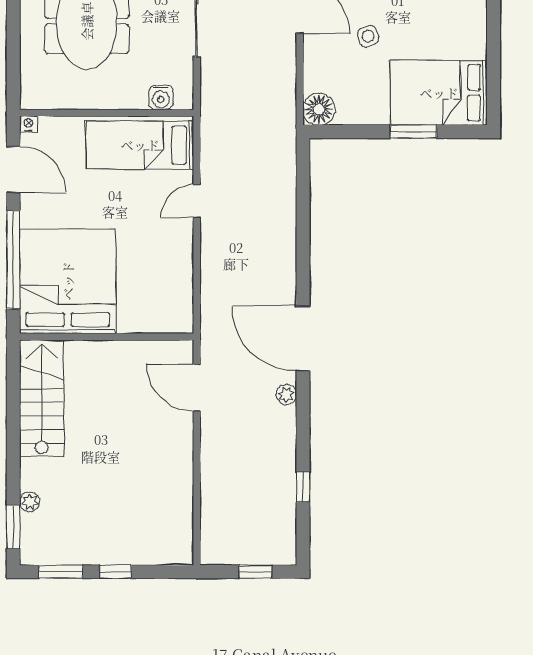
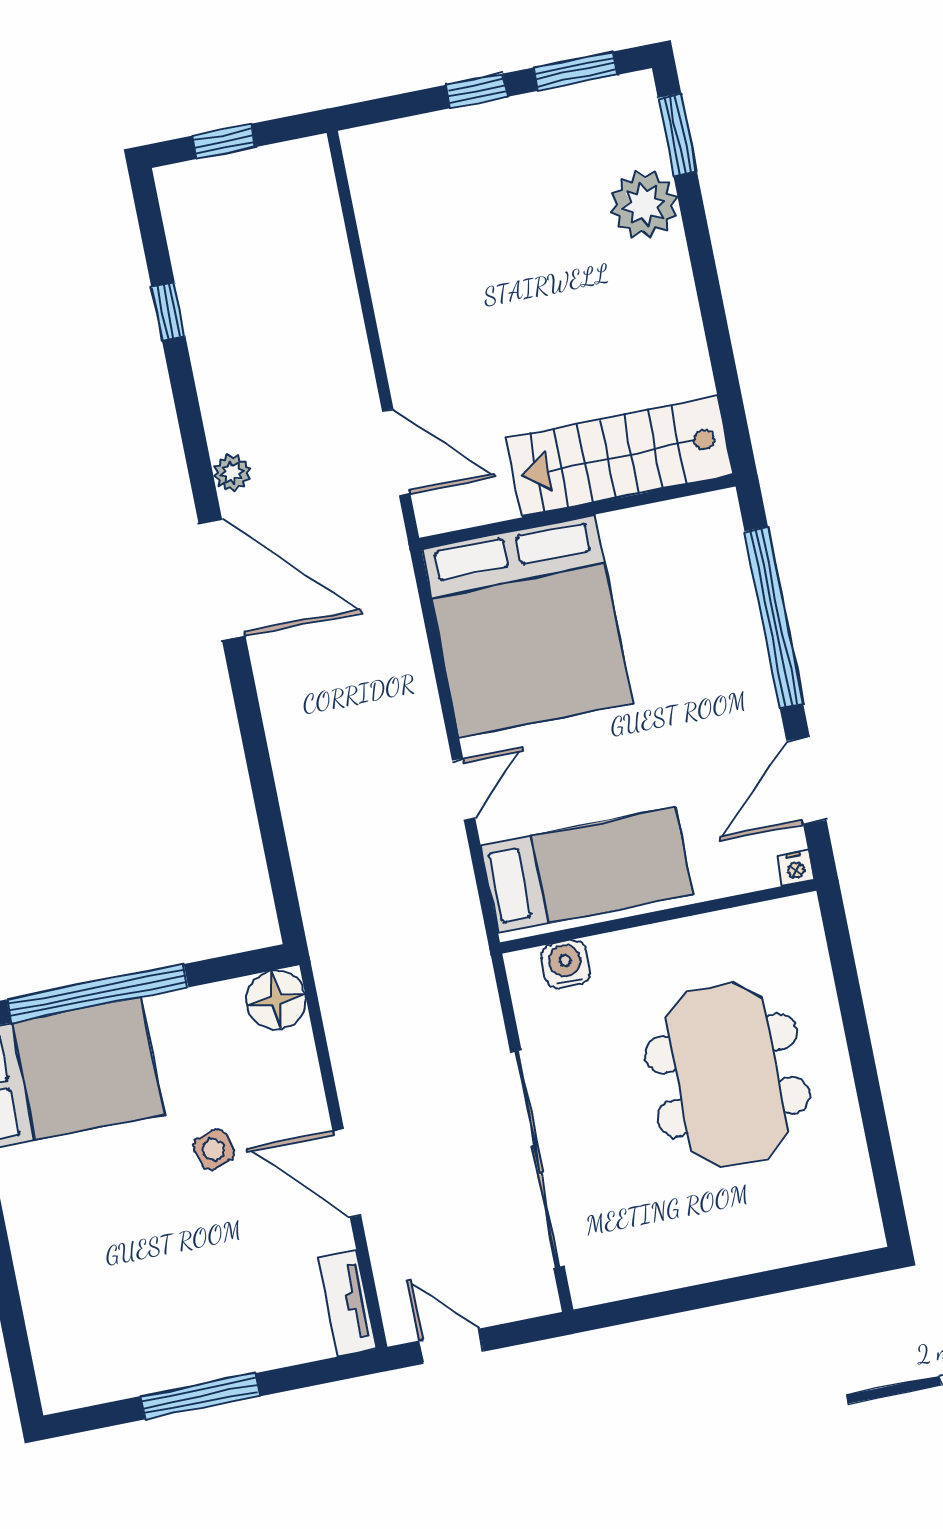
window: (413, 132) -> (97, 993), width x2.11
door: (13, 170) -> (806, 780), hinge flipped
bed: (68, 281) -> (527, 626), moved
stairs: (42, 398) -> (620, 456), moved, turned 90
plant: (30, 502) -> (644, 205), width x1.88, depth x1.88

